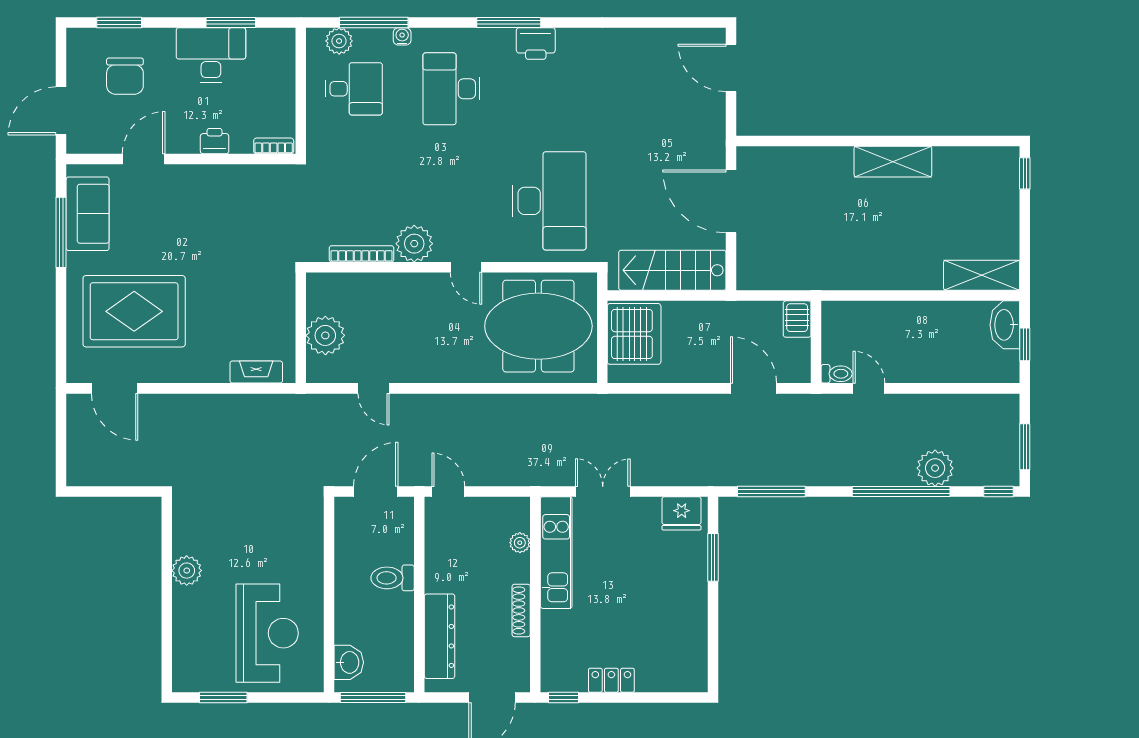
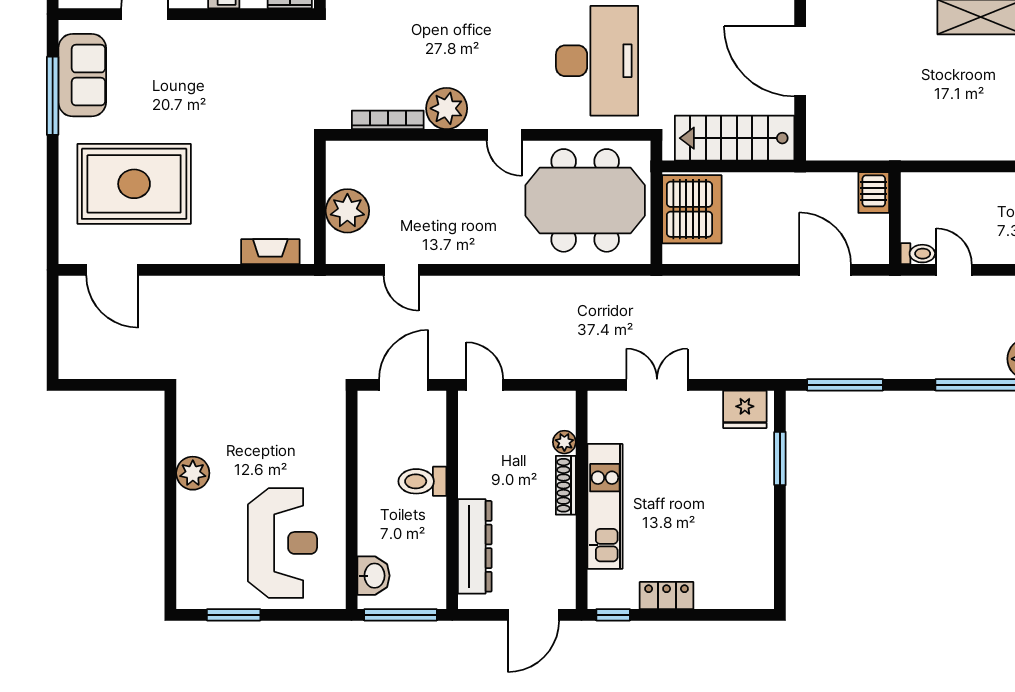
kitchen unit: (556, 553) -> (605, 506), moved
shoe rack: (521, 610) -> (566, 485), moved

